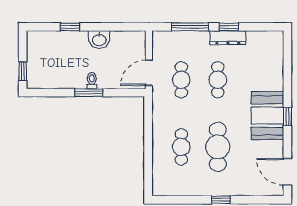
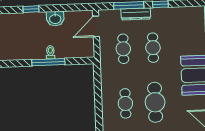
dresser: (228, 38) -> (136, 14), moved
door: (149, 73) -> (96, 26), moved
window: (89, 93) -> (48, 62), width x1.44

